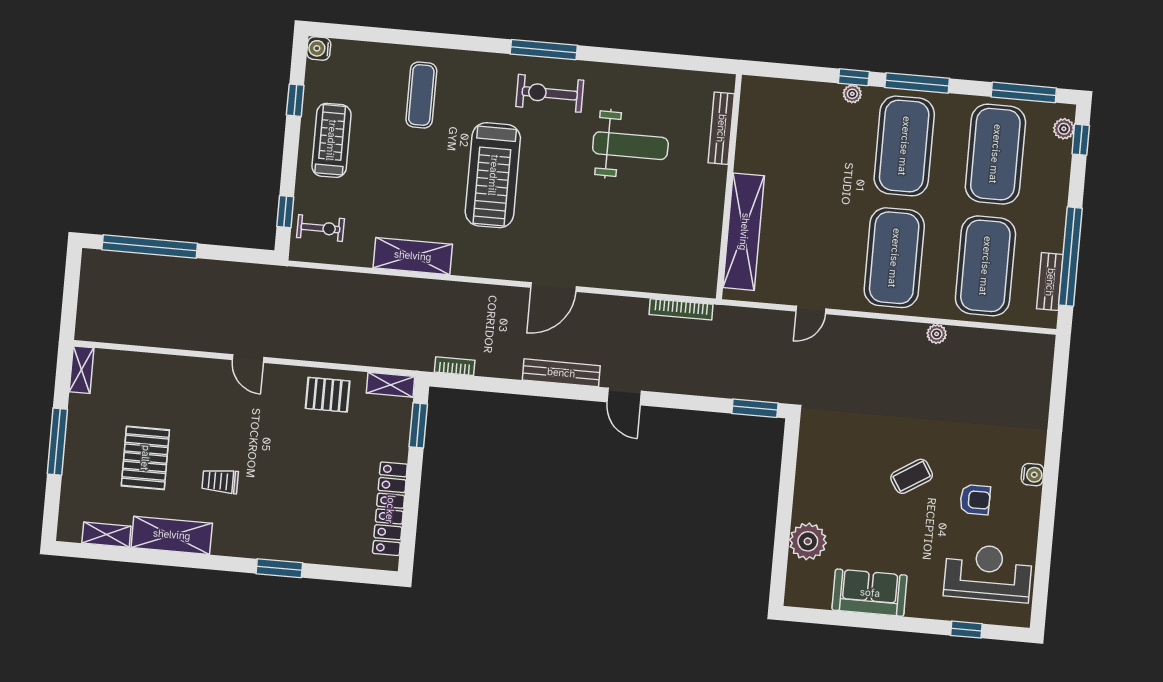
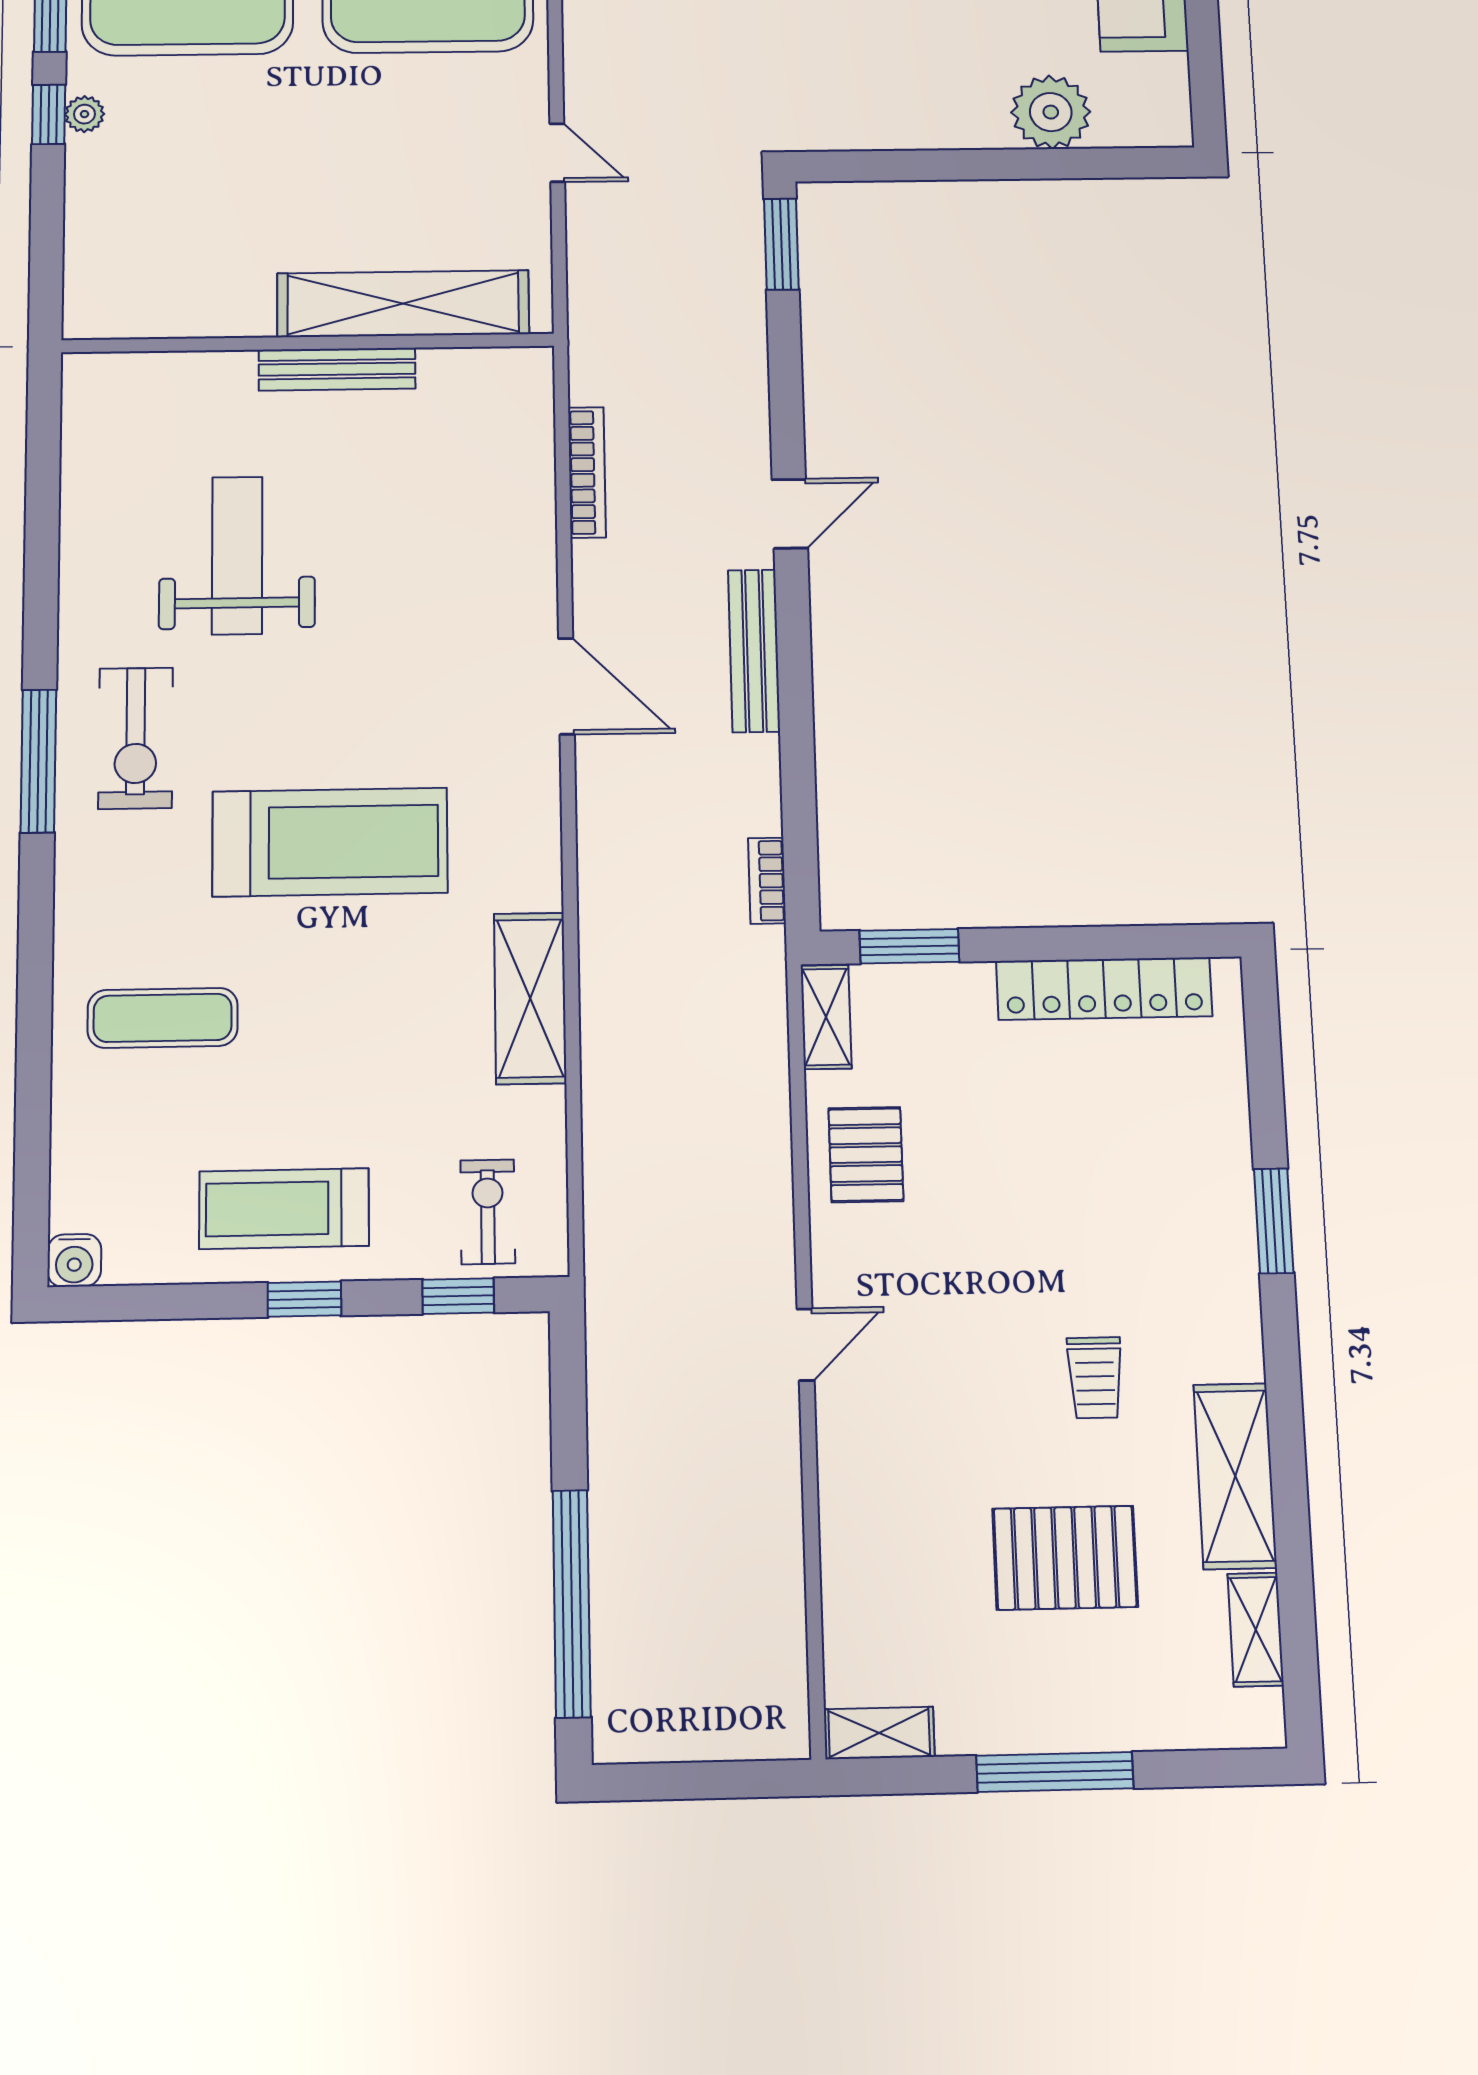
window: (295, 100) -> (304, 1299), moved
bench: (721, 128) -> (337, 369), moved
bookcase: (681, 309) -> (587, 472), moved

